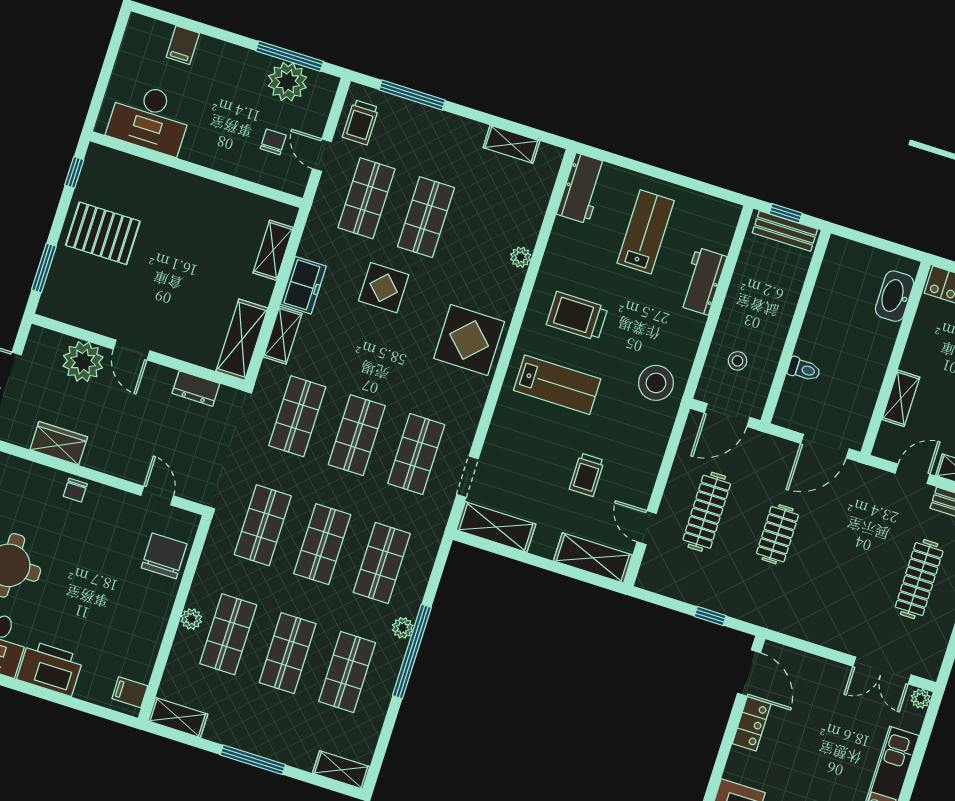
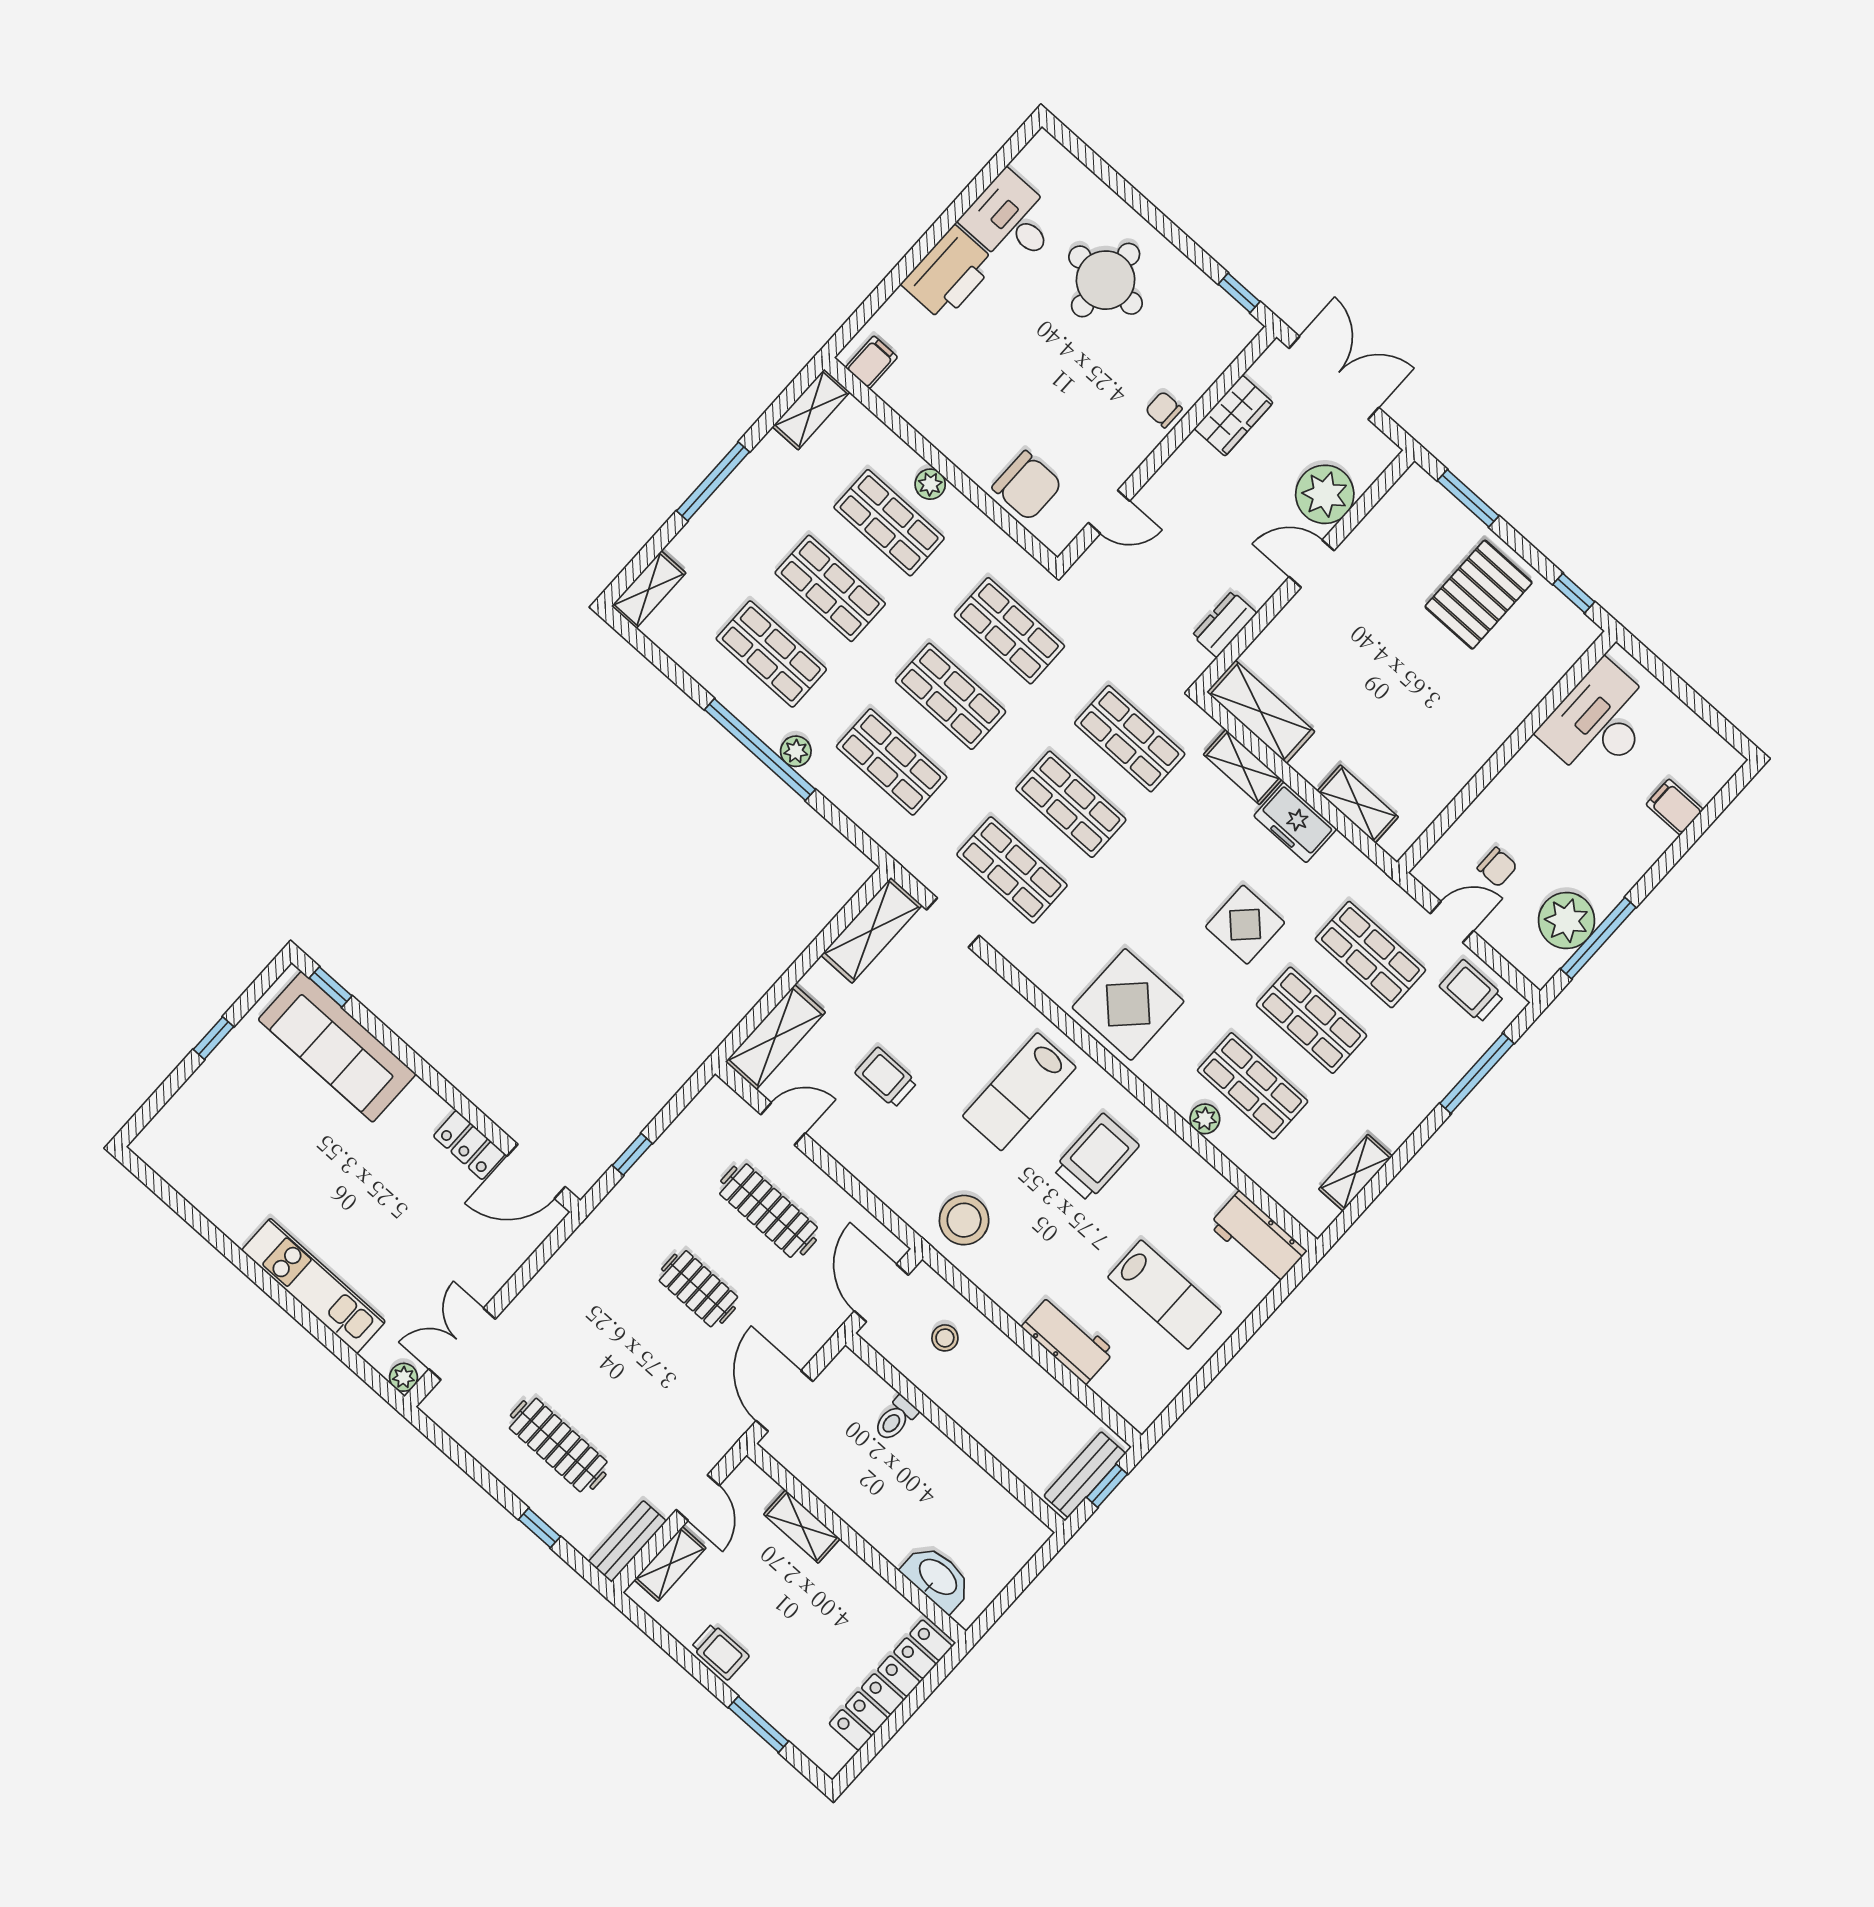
shop shelf: (485, 236) -> (1253, 1086), added

